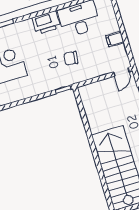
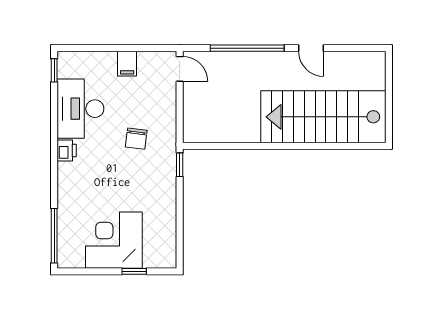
printer: (46, 23) -> (67, 150), width x0.53, depth x0.68

